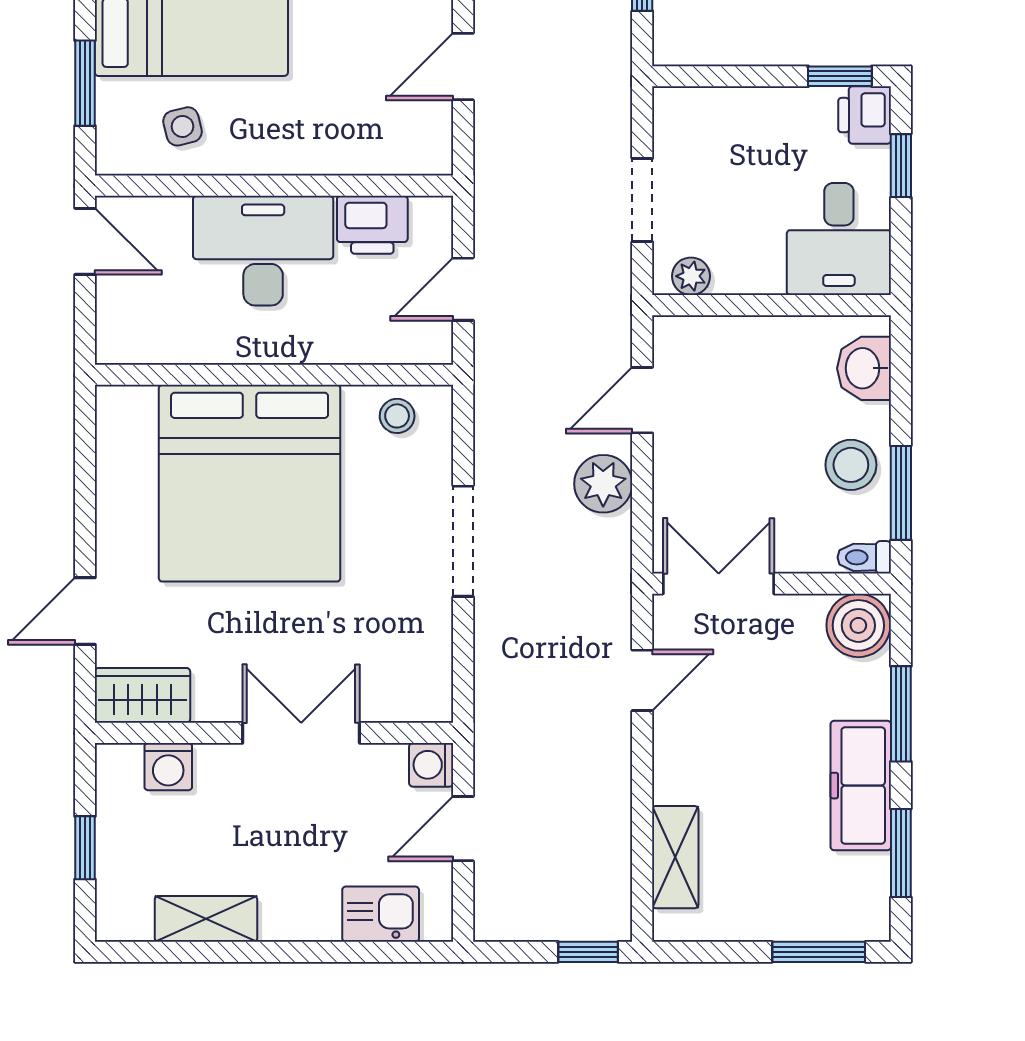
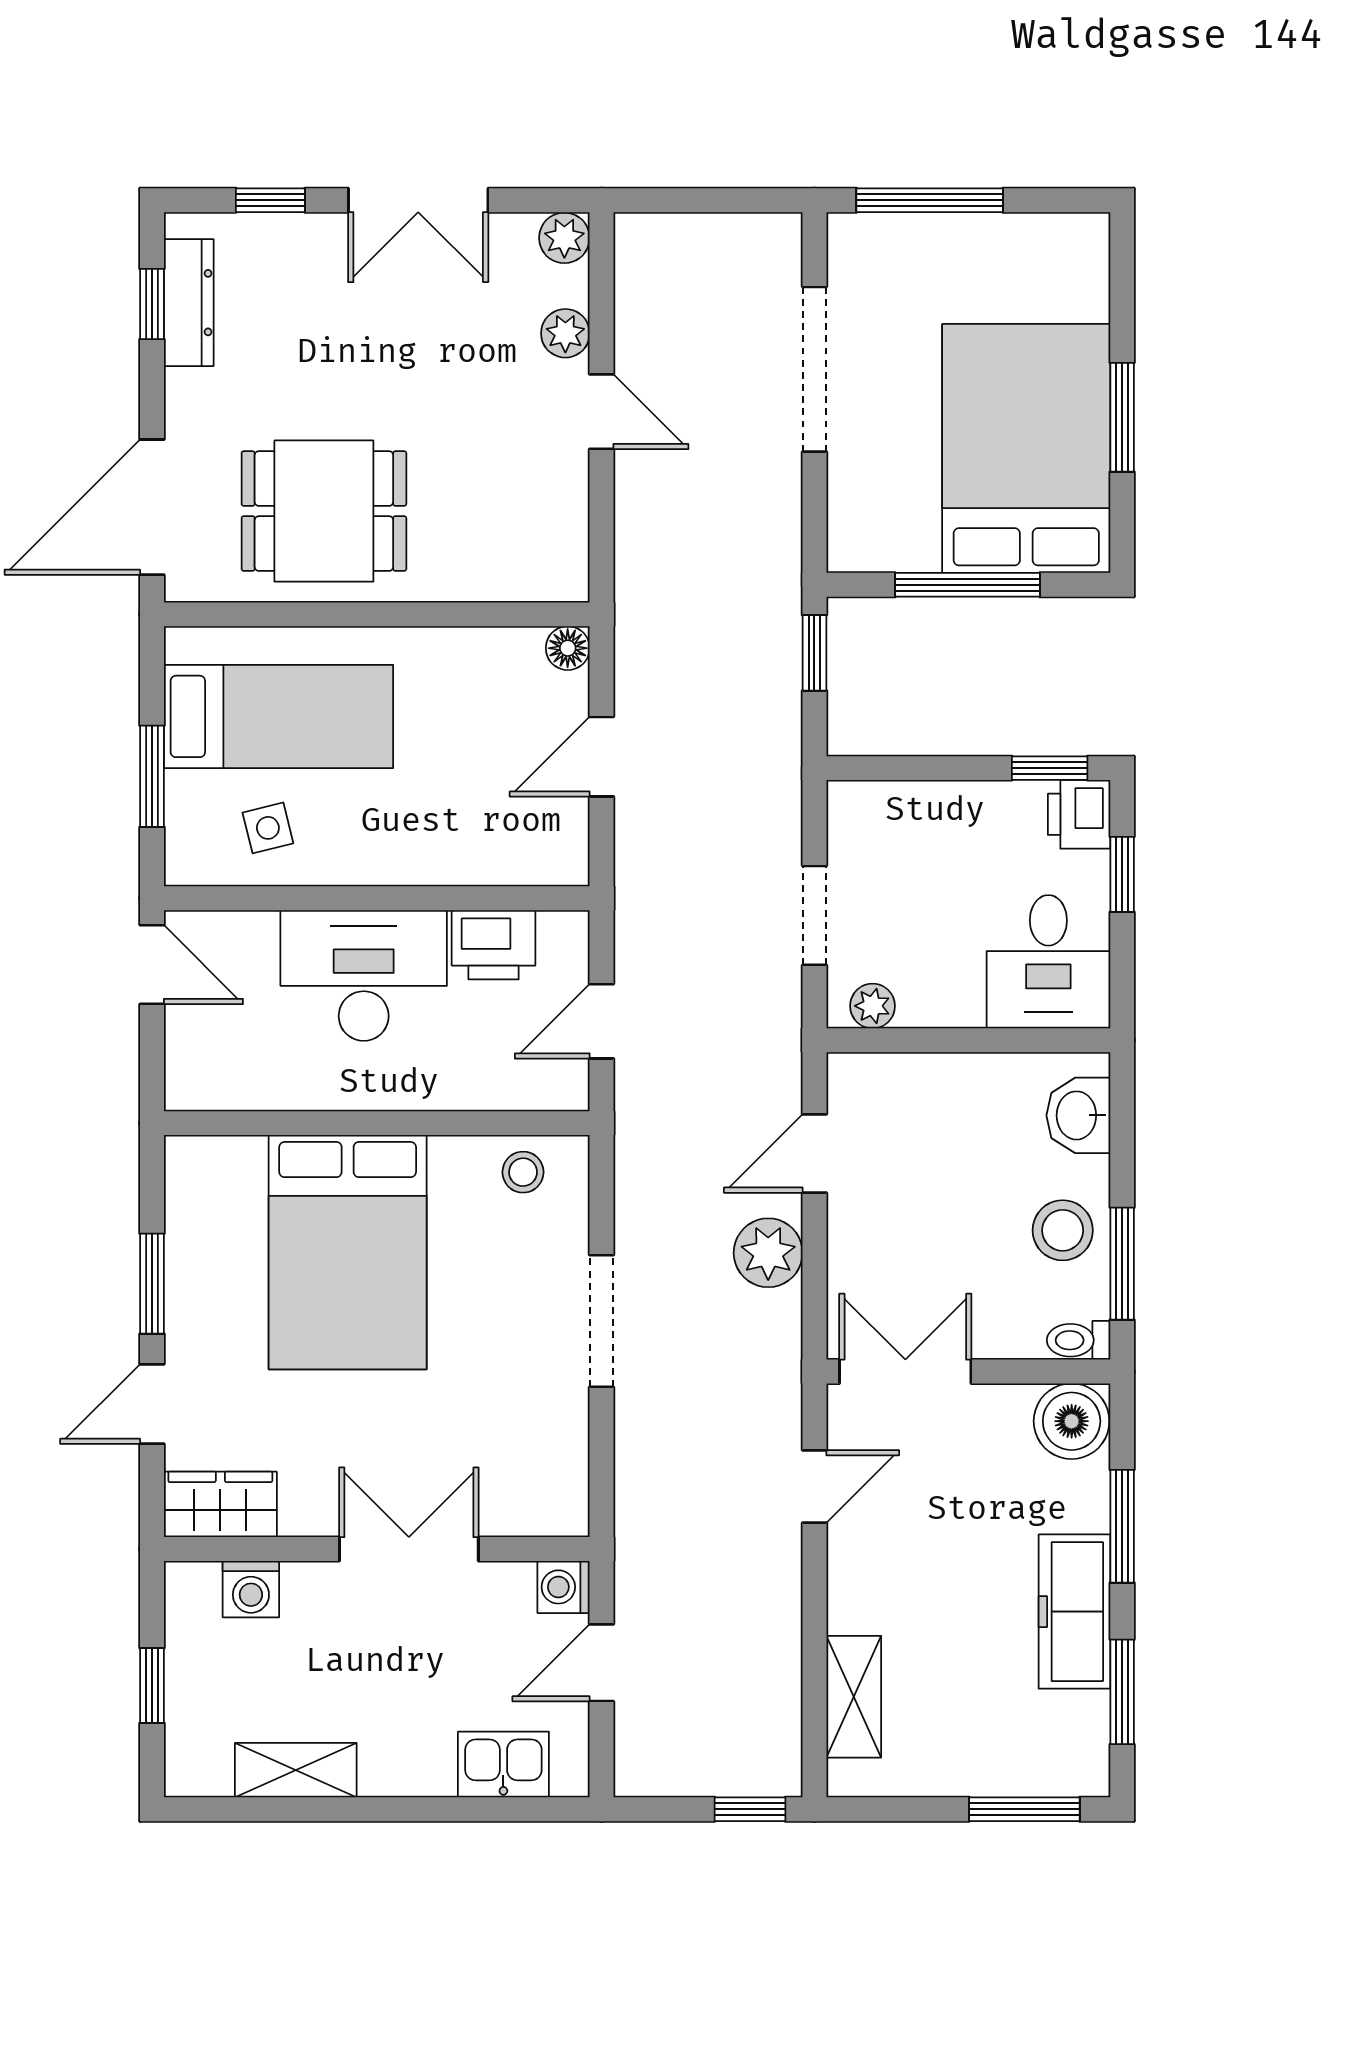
bed: (250, 483) -> (348, 1252), width x0.73
window: (85, 510) -> (152, 1284), added

